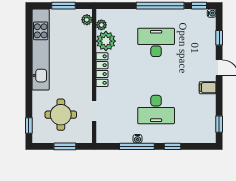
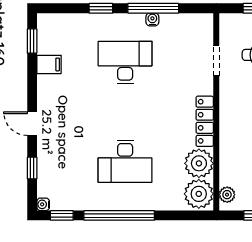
plant: (101, 25) -> (199, 194), width x1.87, depth x1.87
filing cabinet: (208, 88) -> (49, 64), moved

